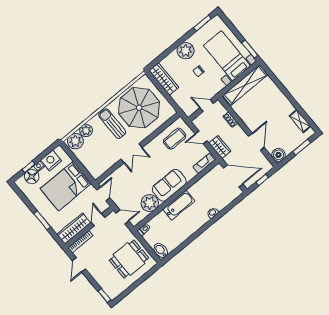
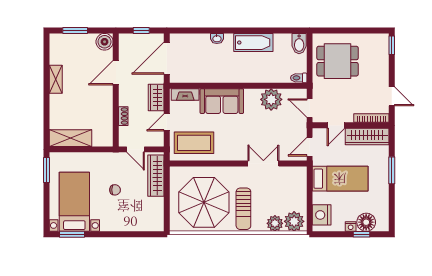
plant: (186, 51) -> (111, 221), removed
bed with nightstands: (227, 56) -> (74, 202), moved, turned 180
wardrobe: (164, 79) -> (156, 176), moved
shelving: (245, 85) -> (70, 138), width x0.68
shelving: (300, 121) -> (56, 79), moved
door: (201, 137) -> (167, 122), swing flipped
coffee table: (175, 139) -> (194, 143), width x1.36, depth x1.32
double door: (132, 153) -> (263, 163), moved
nightstand: (51, 161) -> (322, 215), moved, turned 90
door: (233, 176) -> (167, 58), hinge flipped
sofa: (169, 185) -> (222, 101), moved
bed: (66, 186) -> (340, 179), width x0.67
bathtub: (179, 205) -> (253, 43), moved, turned 180
door: (79, 265) -> (392, 96), hinge flipped

